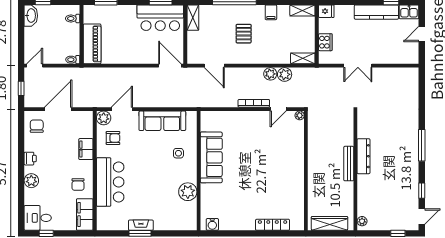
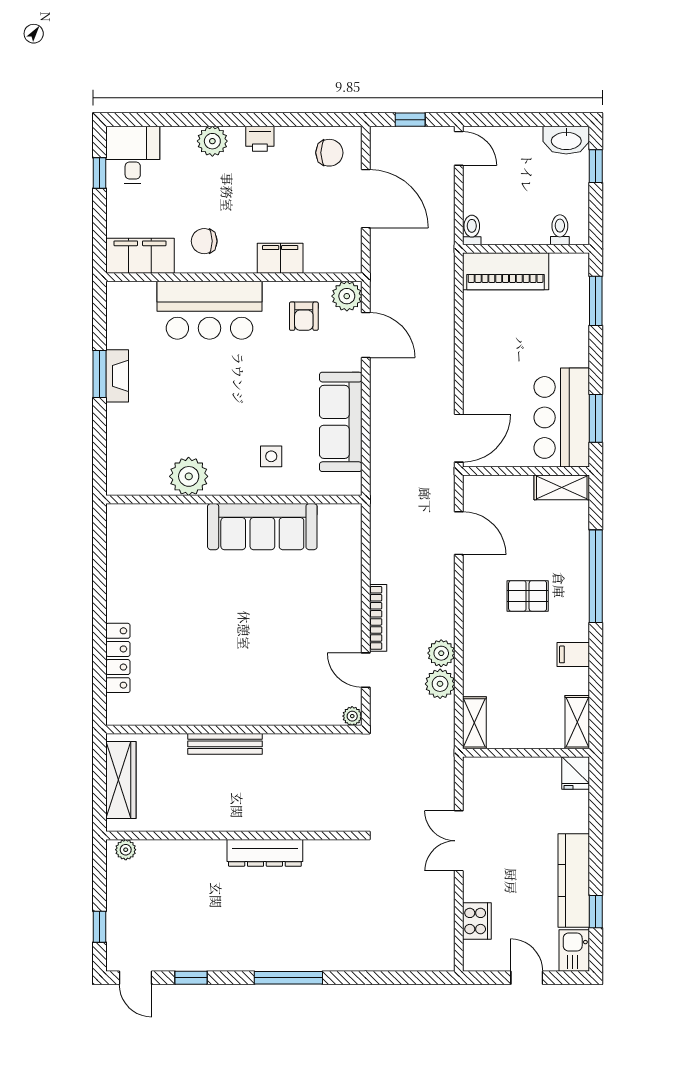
cooker: (325, 42) -> (477, 921), moved, turned -90
door: (214, 66) -> (459, 533), swing flipped
bench: (349, 164) -> (225, 744), moved
water cooler: (212, 224) -> (119, 529), removed

